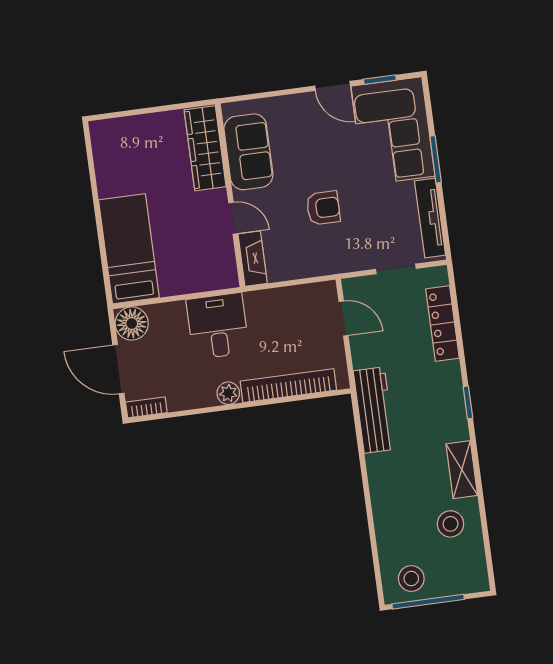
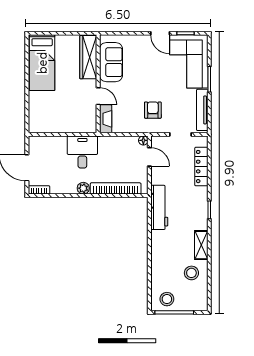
armchair: (323, 208) -> (153, 110), moved, turned -90
bed: (129, 249) -> (42, 63), moved, turned 180
floor lamp: (132, 324) -> (143, 140), moved, width x0.53, depth x0.53

